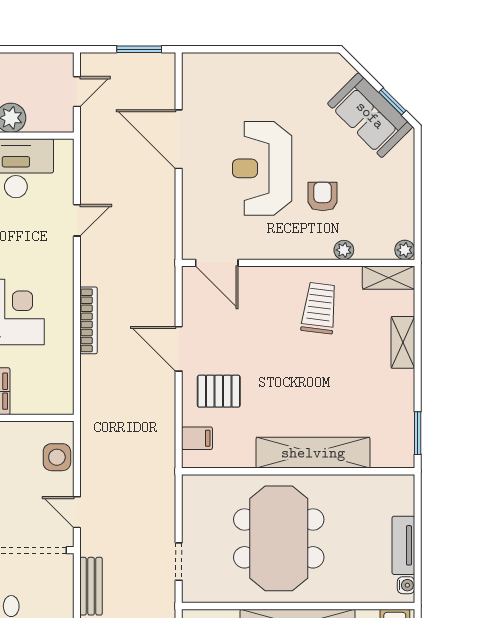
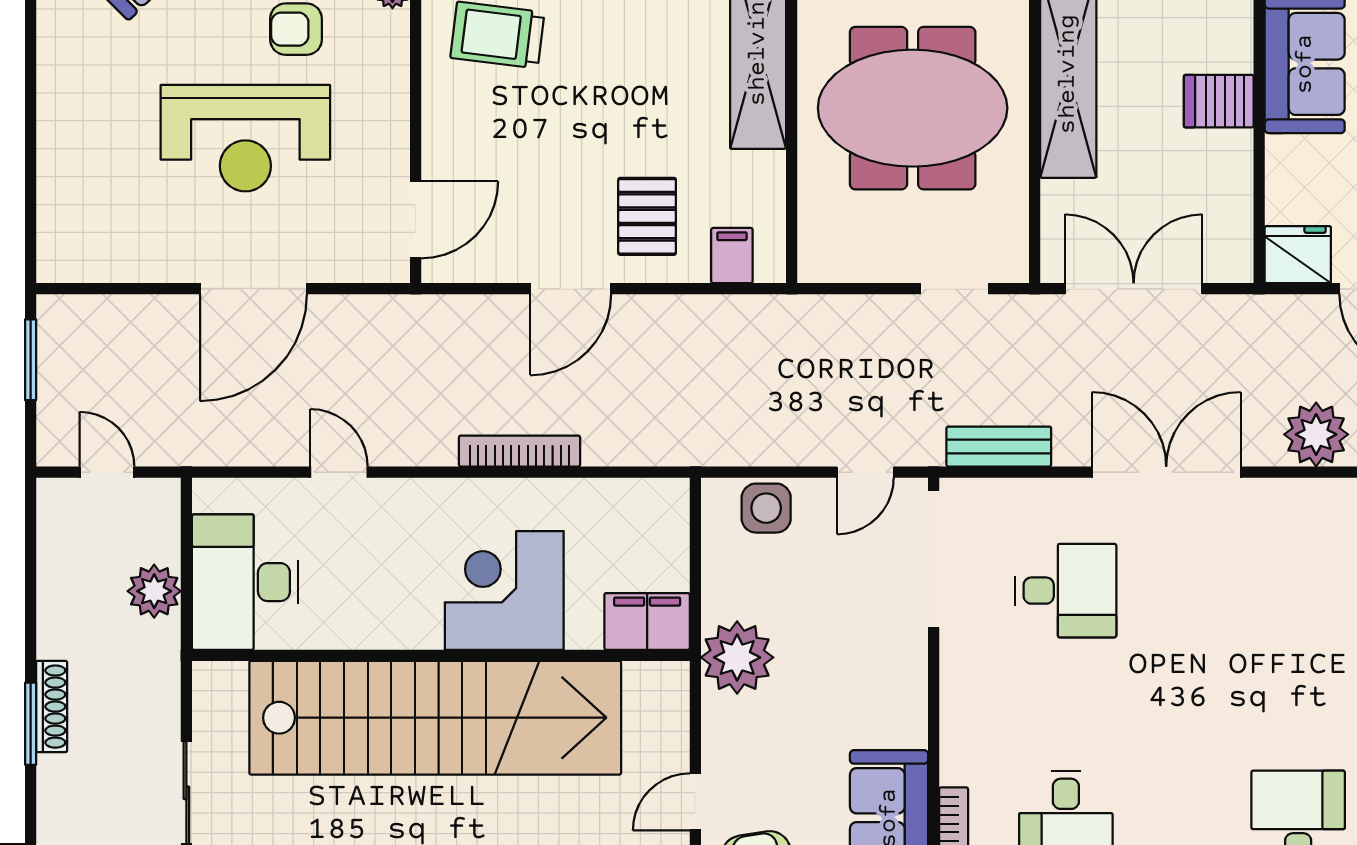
door: (179, 139) -> (253, 289), moved

